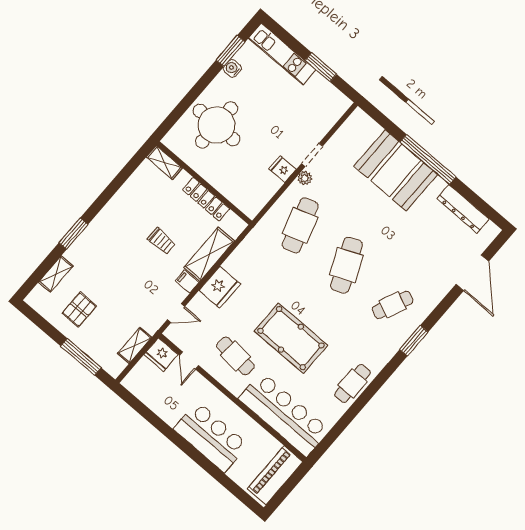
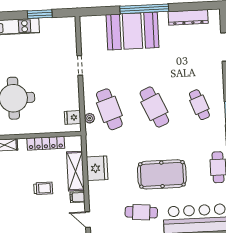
fridge: (282, 169) -> (73, 117), moved
plant: (305, 178) -> (90, 118), moved
fridge: (220, 287) -> (97, 168), moved
cafe table: (393, 305) -> (199, 105), turned -45
door: (176, 313) -> (88, 220), swing flipped

